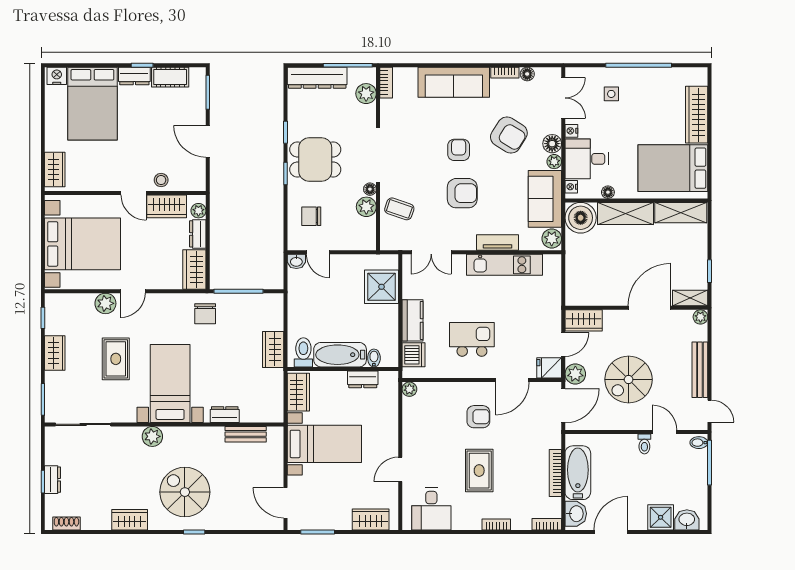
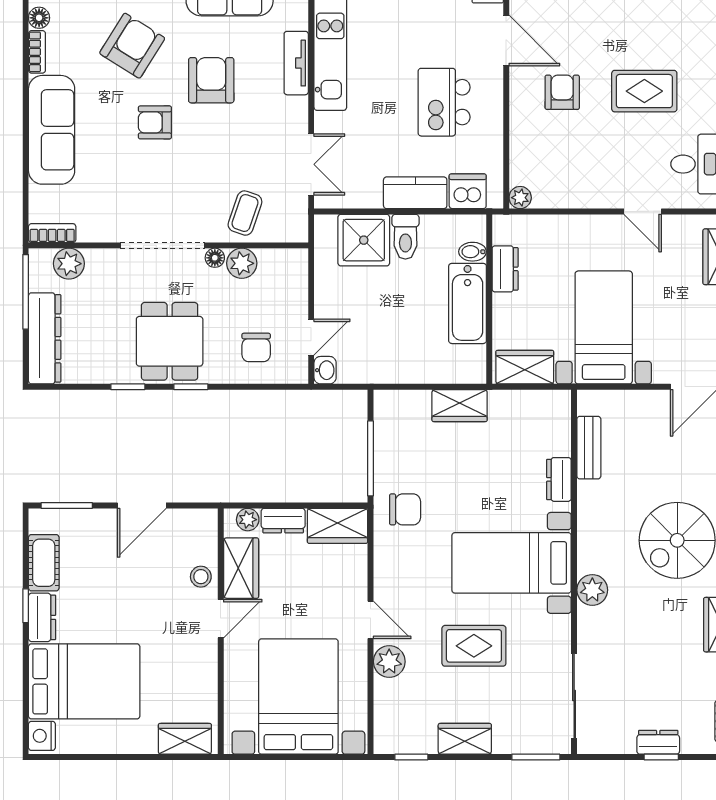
armchair: (462, 193) -> (211, 80), moved
toilet: (303, 352) -> (405, 237), moved, turned -90

